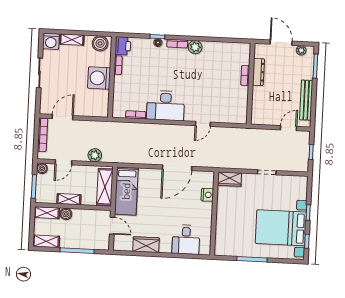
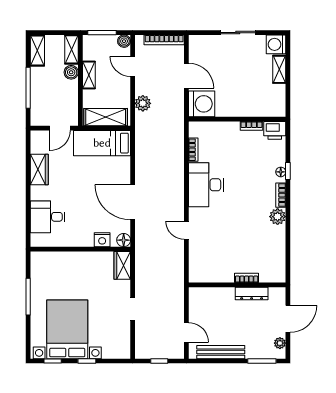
boiler: (100, 43) -> (276, 103), removed
washing machine: (99, 78) -> (202, 104), moved, turned 90
door: (63, 117) -> (186, 76), moved
floor lamp: (208, 177) -> (124, 240), added

